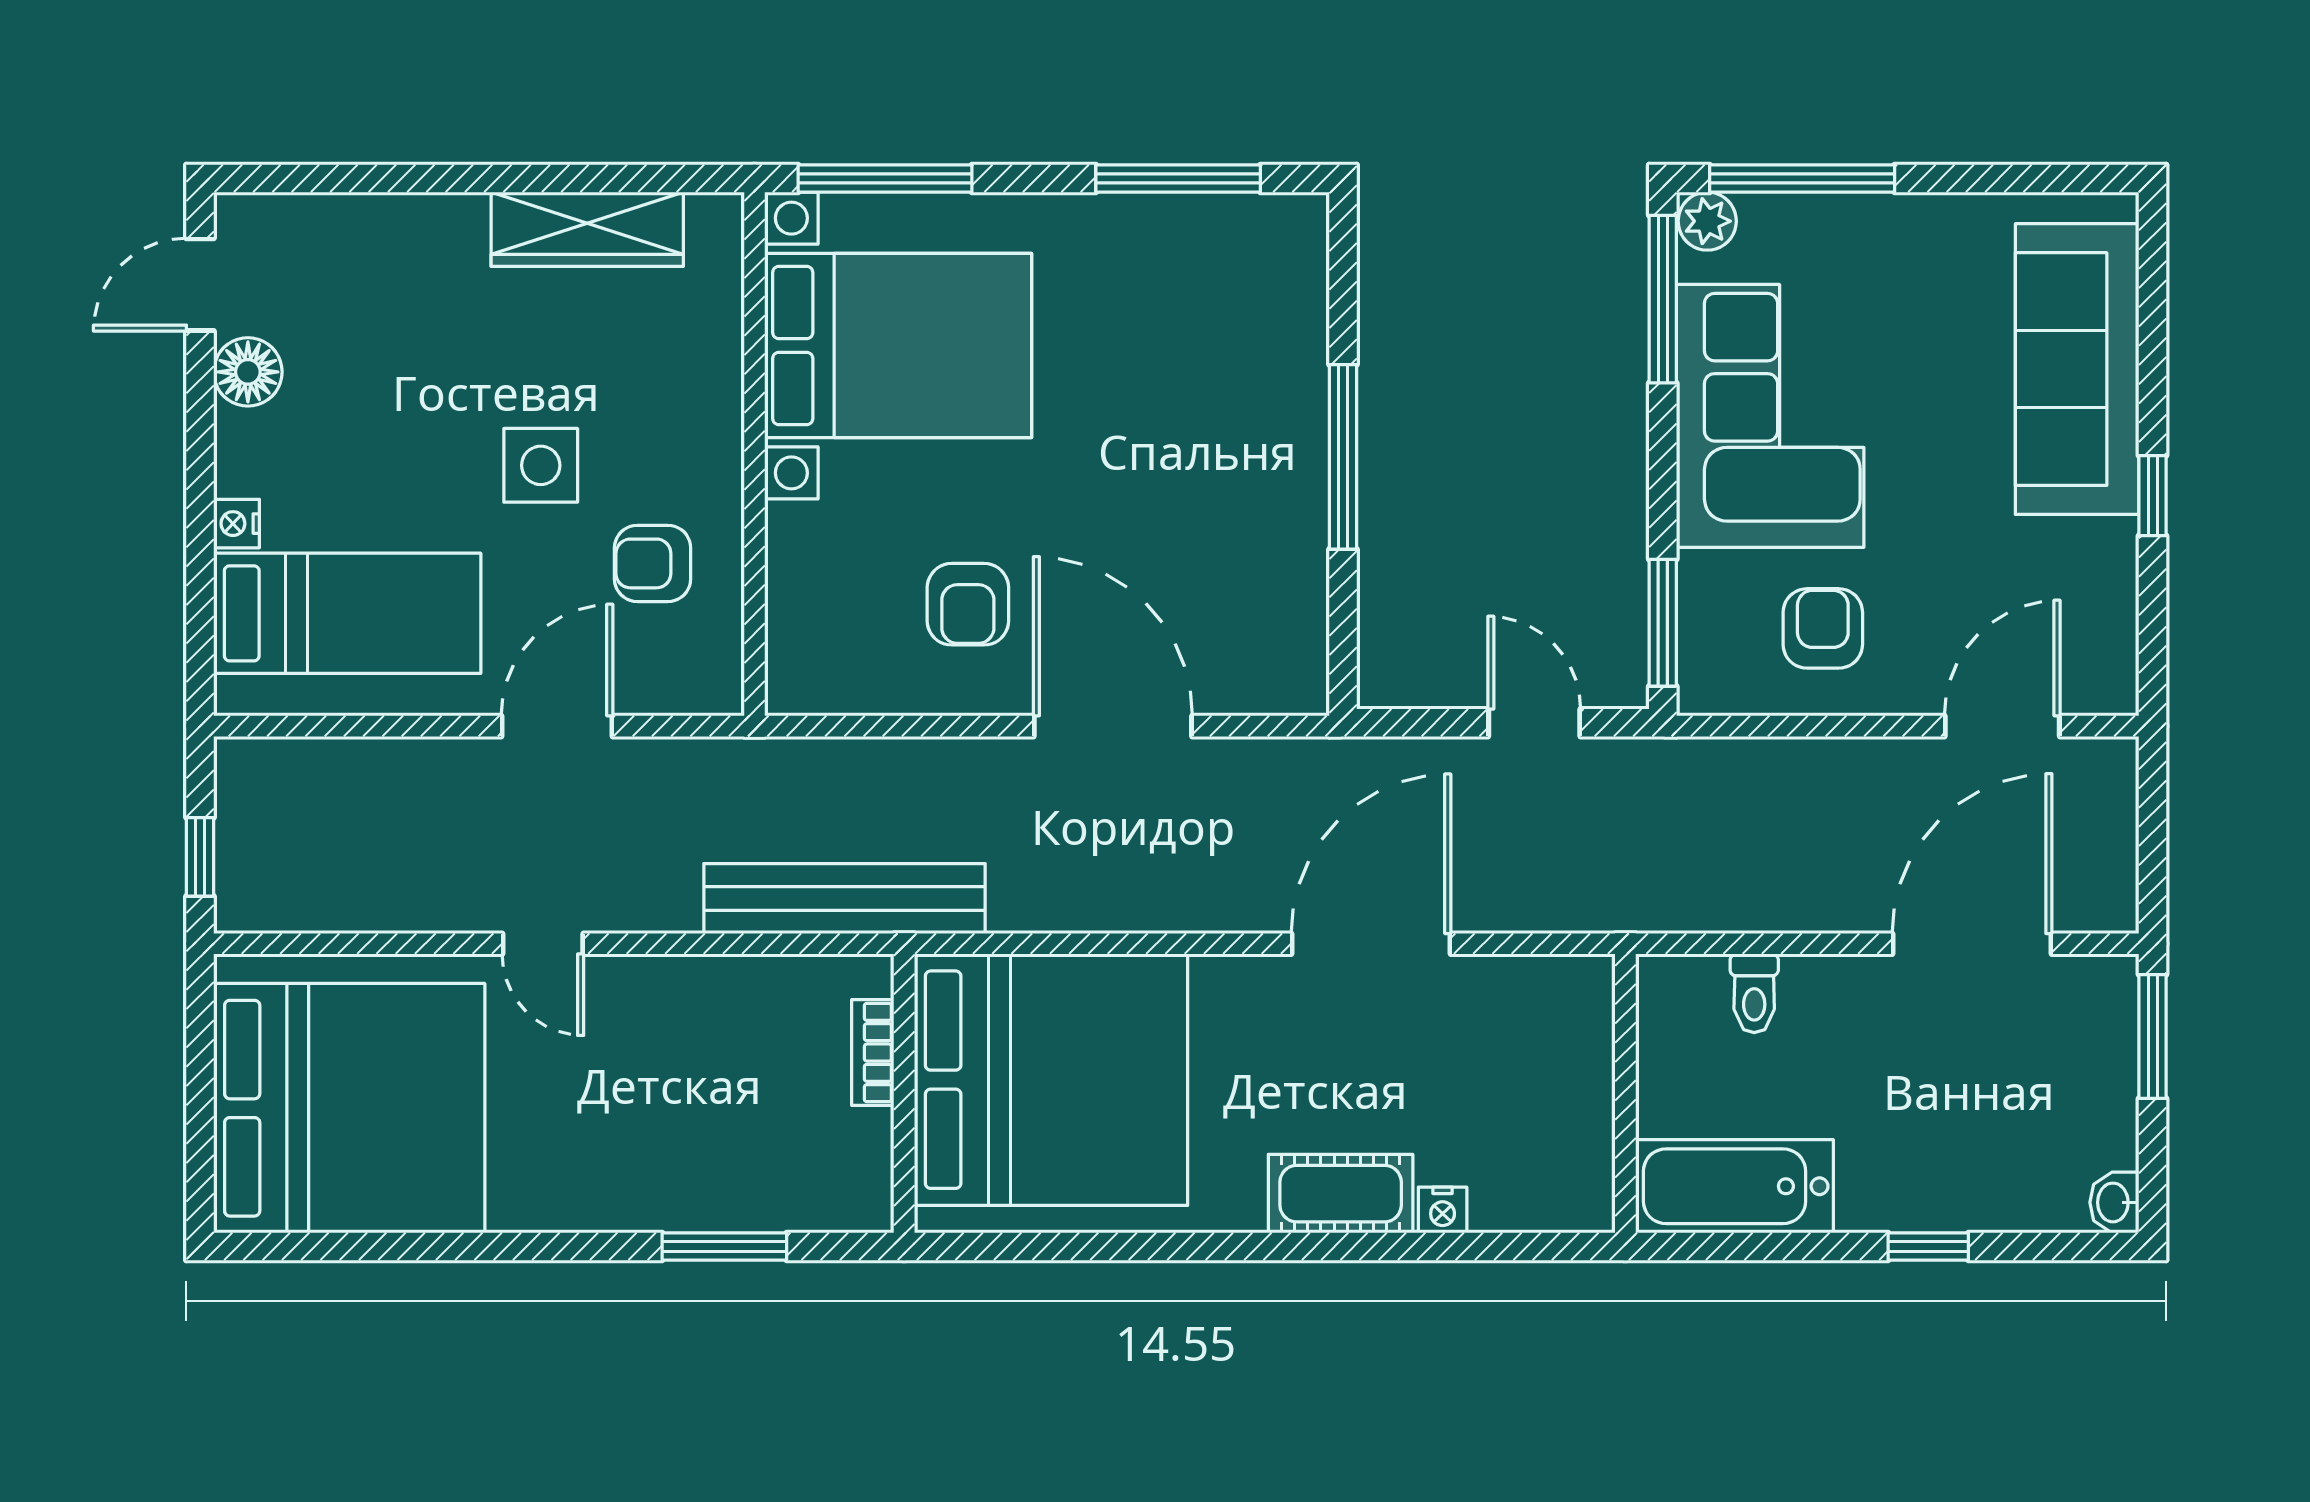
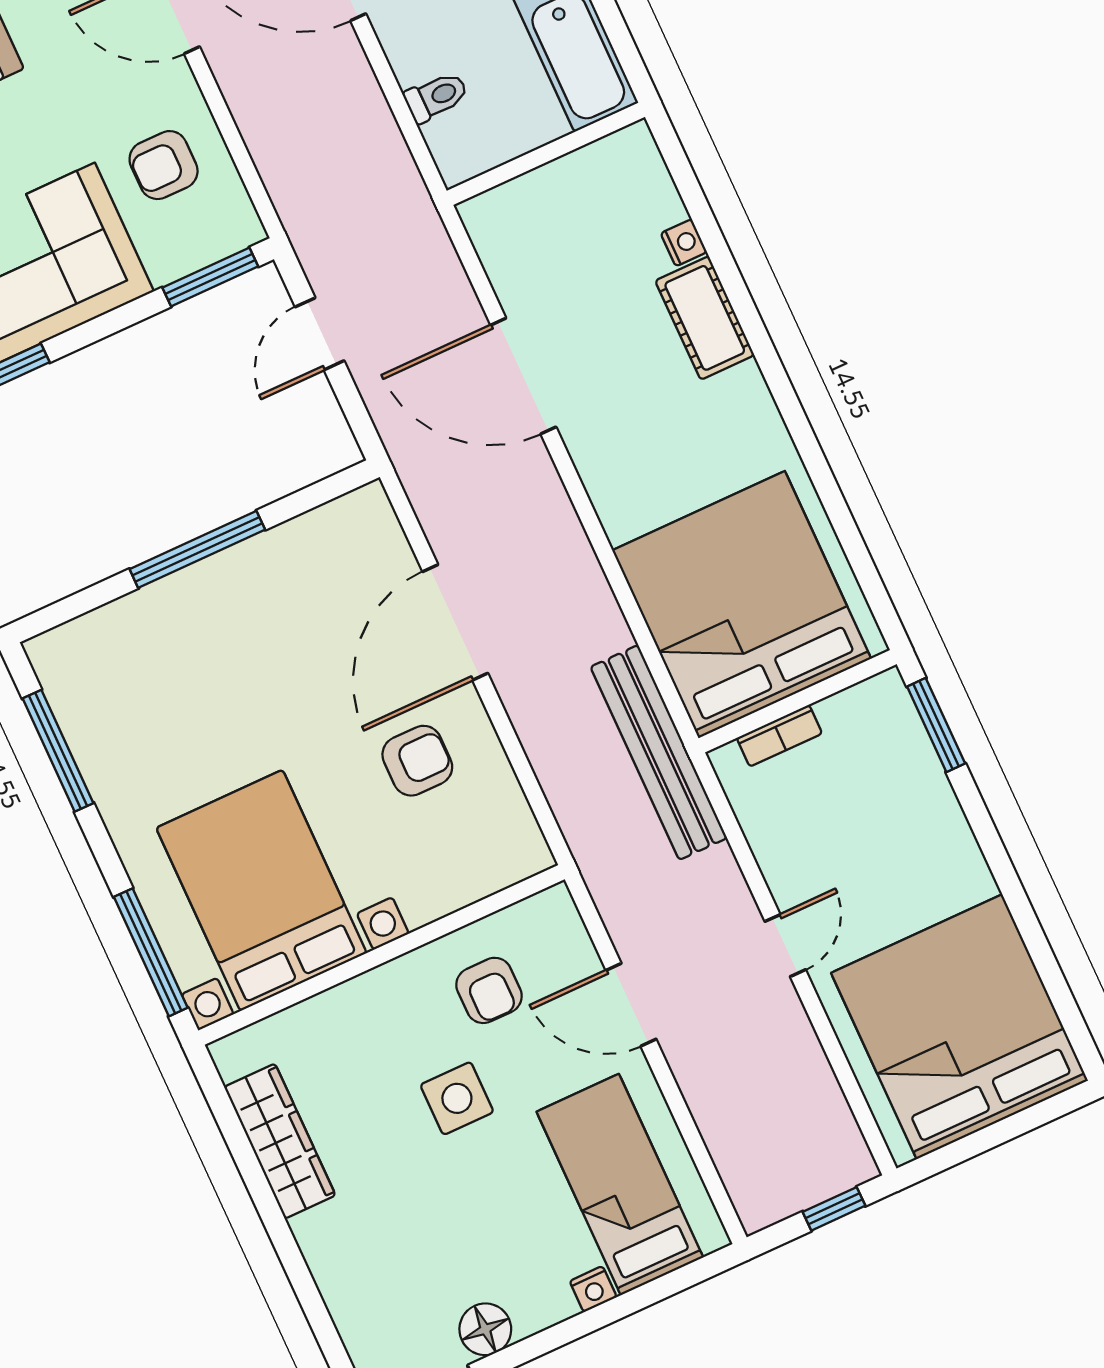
bookcase: (873, 1053) -> (779, 736), moved
bed: (1051, 1080) -> (742, 605), moved
wall: (904, 1093) -> (798, 701), moved

